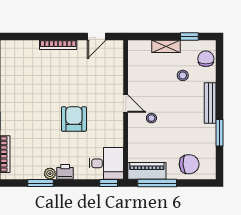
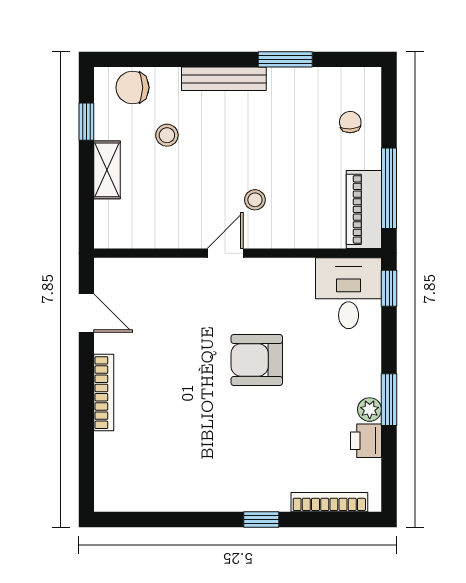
chair: (189, 164) -> (350, 122), width x0.54, depth x0.54
printer: (65, 172) -> (366, 441), moved
window: (40, 183) -> (389, 400), moved

